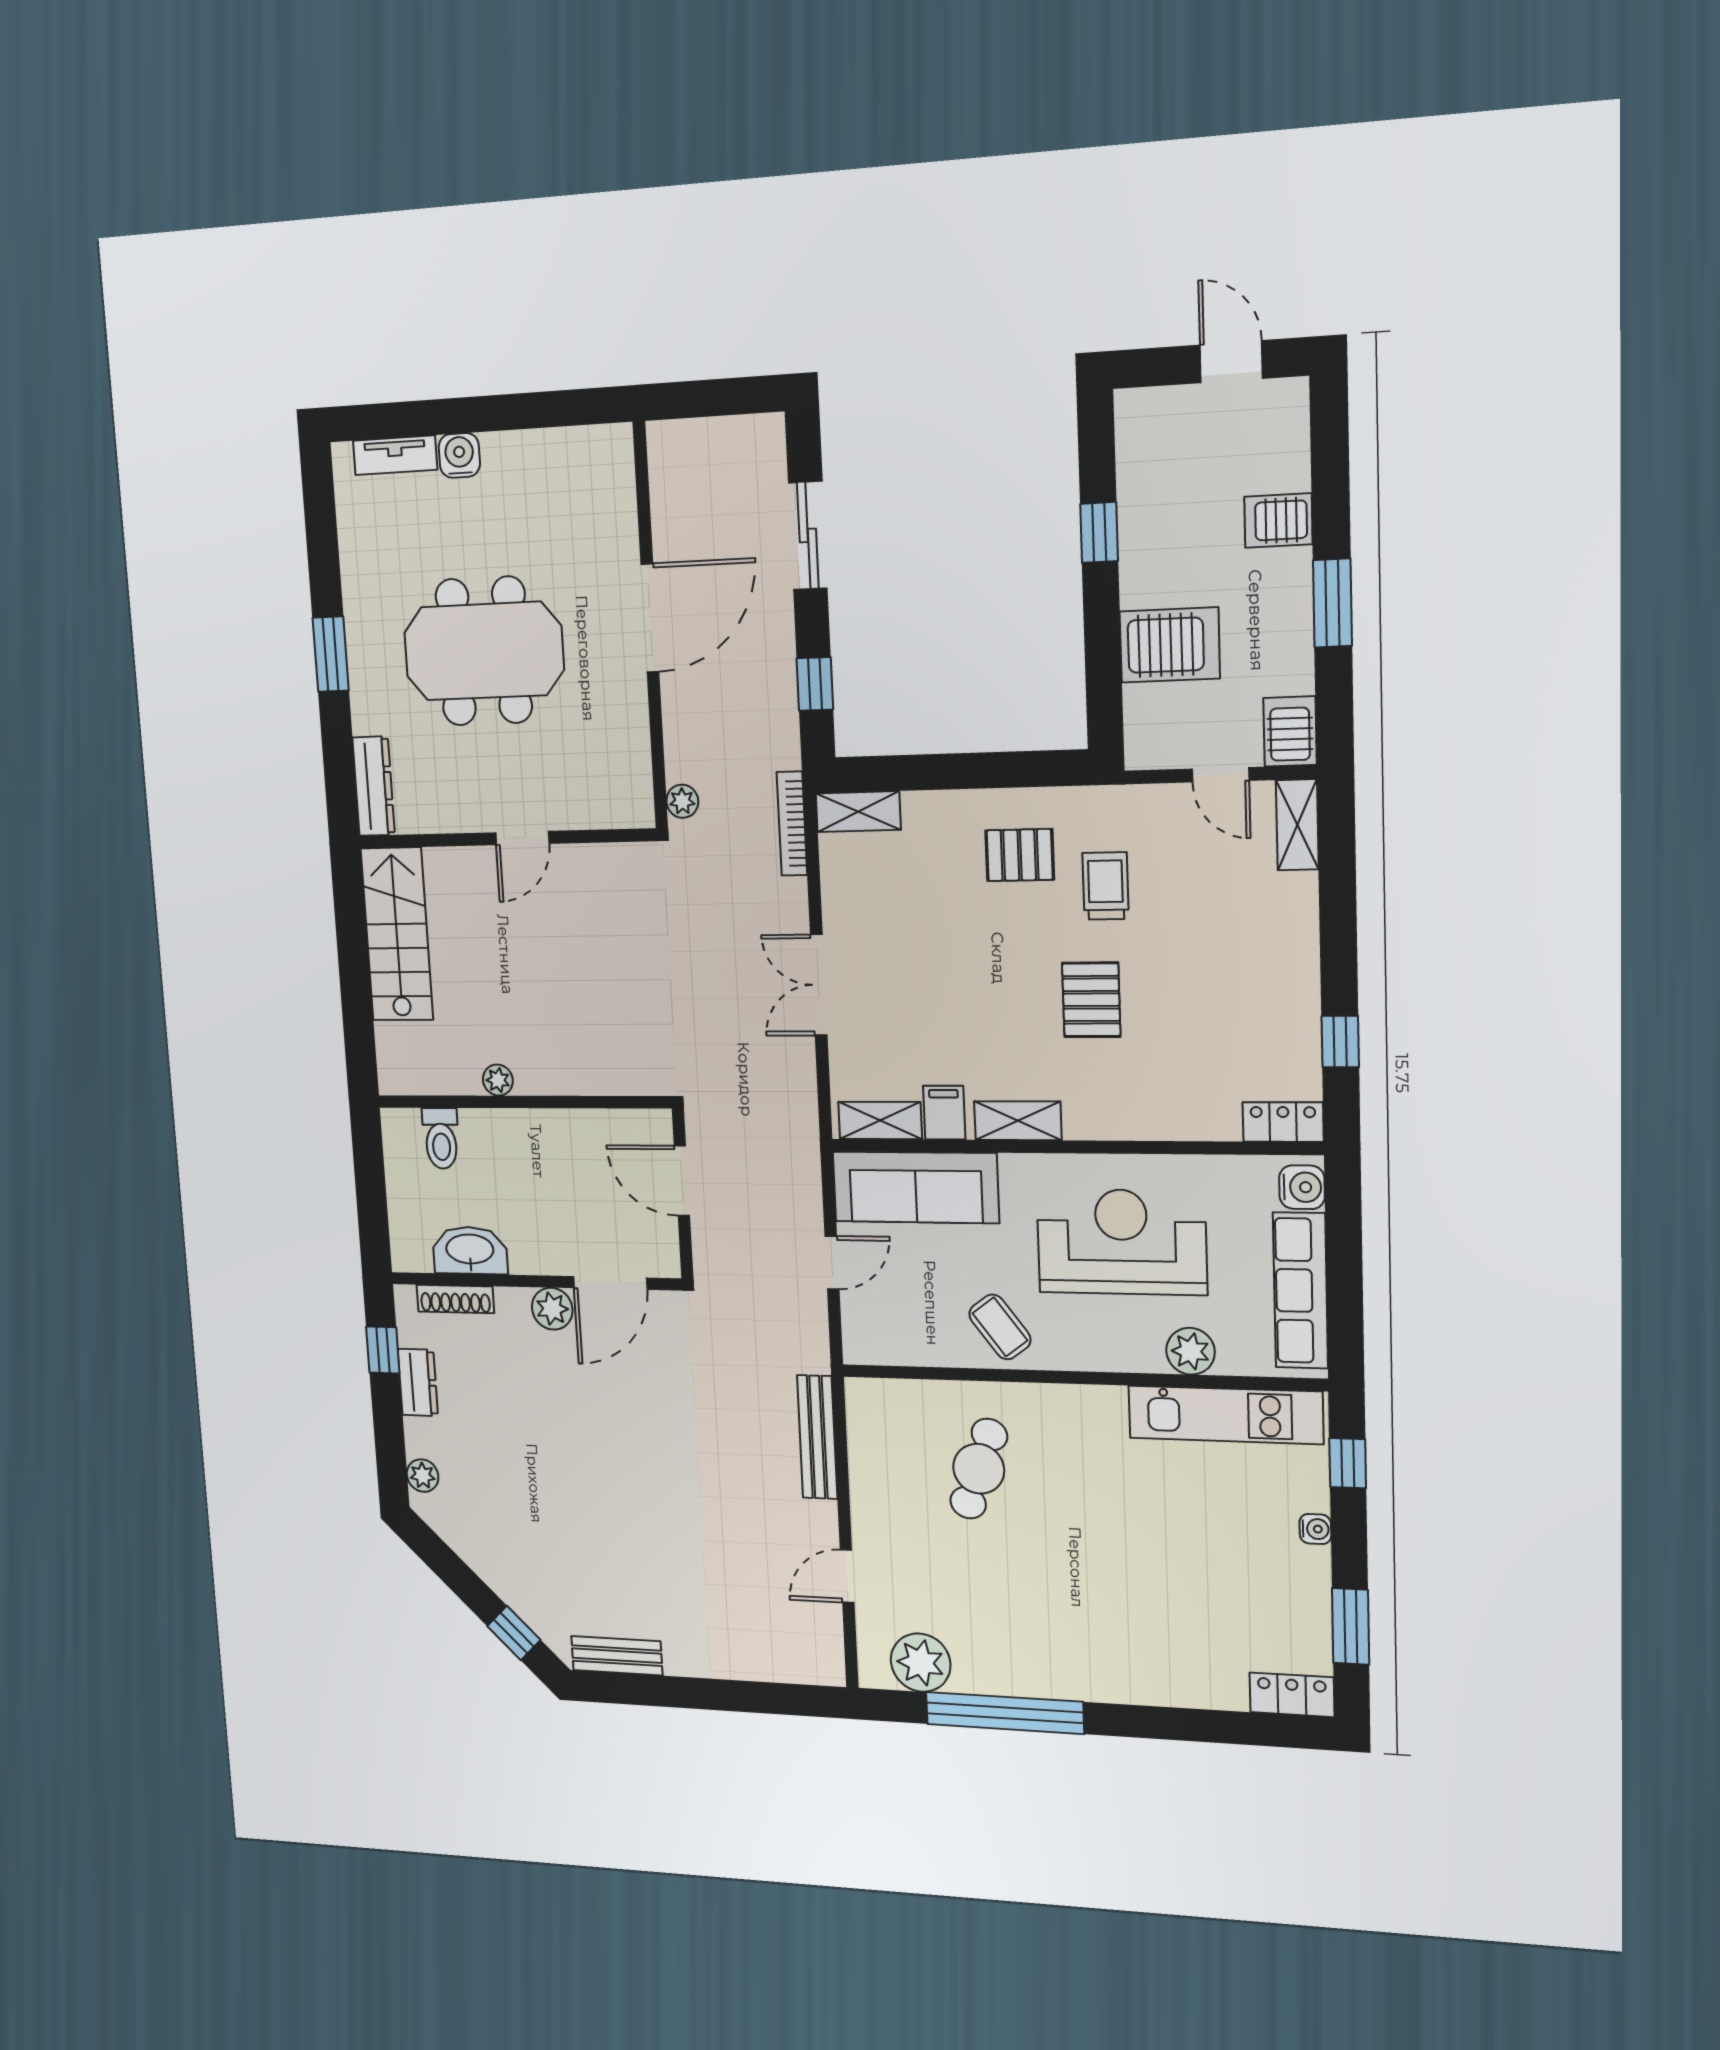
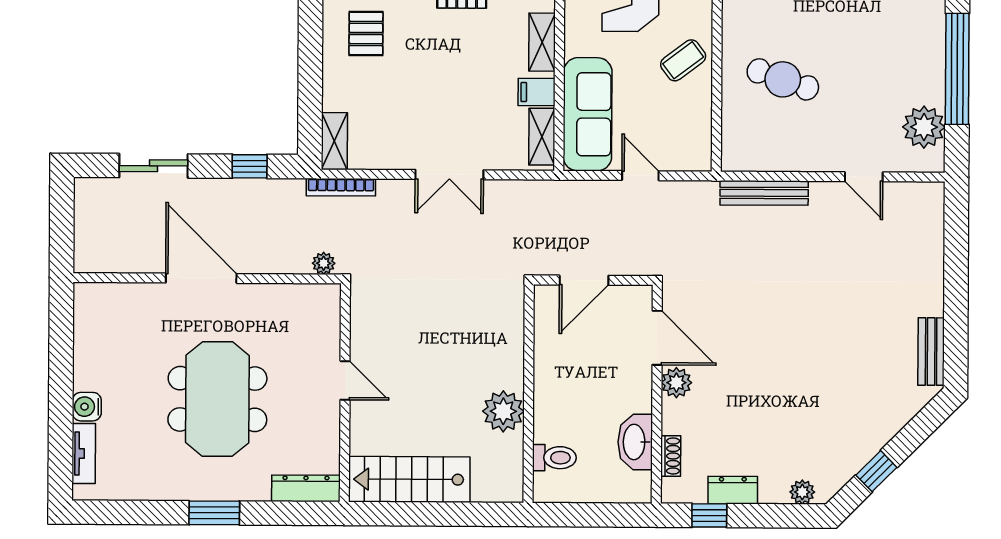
plant: (498, 1080) -> (503, 411), width x1.88, depth x1.88
shoe rack: (455, 1299) -> (671, 456), width x0.70
window: (514, 1633) -> (876, 471), moved

